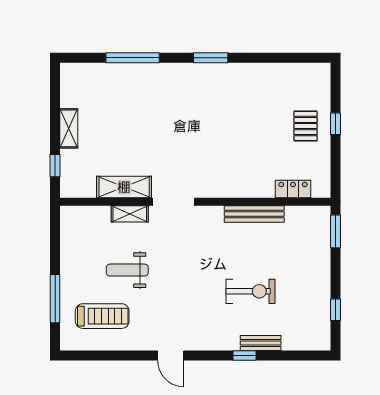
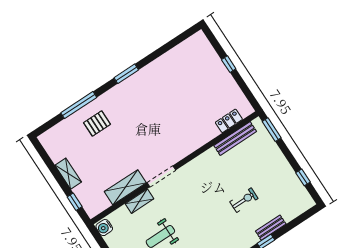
pallet: (306, 126) -> (97, 123), moved, turned 90
bench: (254, 214) -> (235, 139), moved
water cooler: (70, 217) -> (104, 228), added
exercise bike: (250, 291) -> (244, 200), width x0.73, depth x0.72

